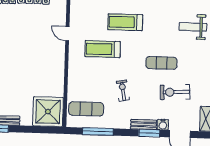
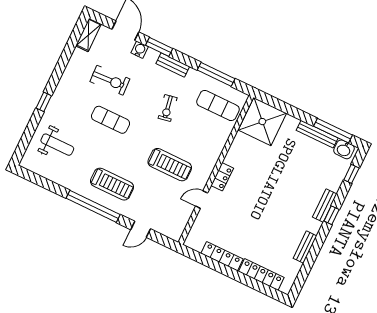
treadmill: (125, 22) -> (112, 184), moved
door: (67, 34) -> (202, 200), swing flipped
locker: (60, 57) -> (222, 177), added
bench: (144, 124) -> (173, 65), moved

